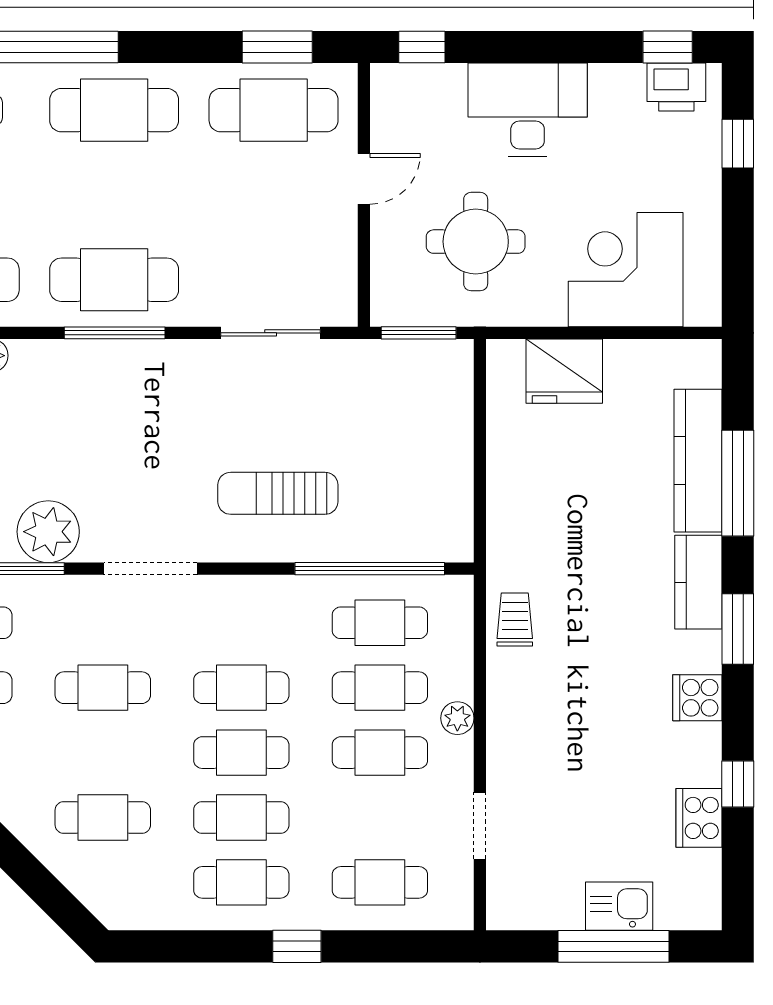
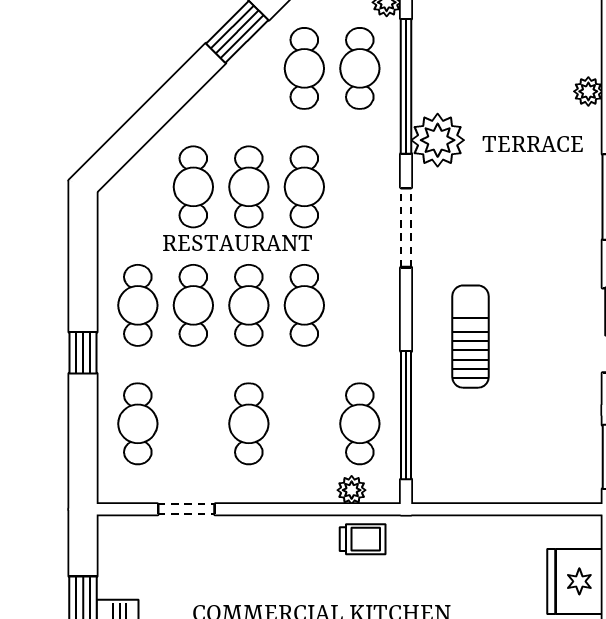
cafe table: (380, 688) -> (249, 187), moved
plant: (457, 718) -> (352, 490), moved

